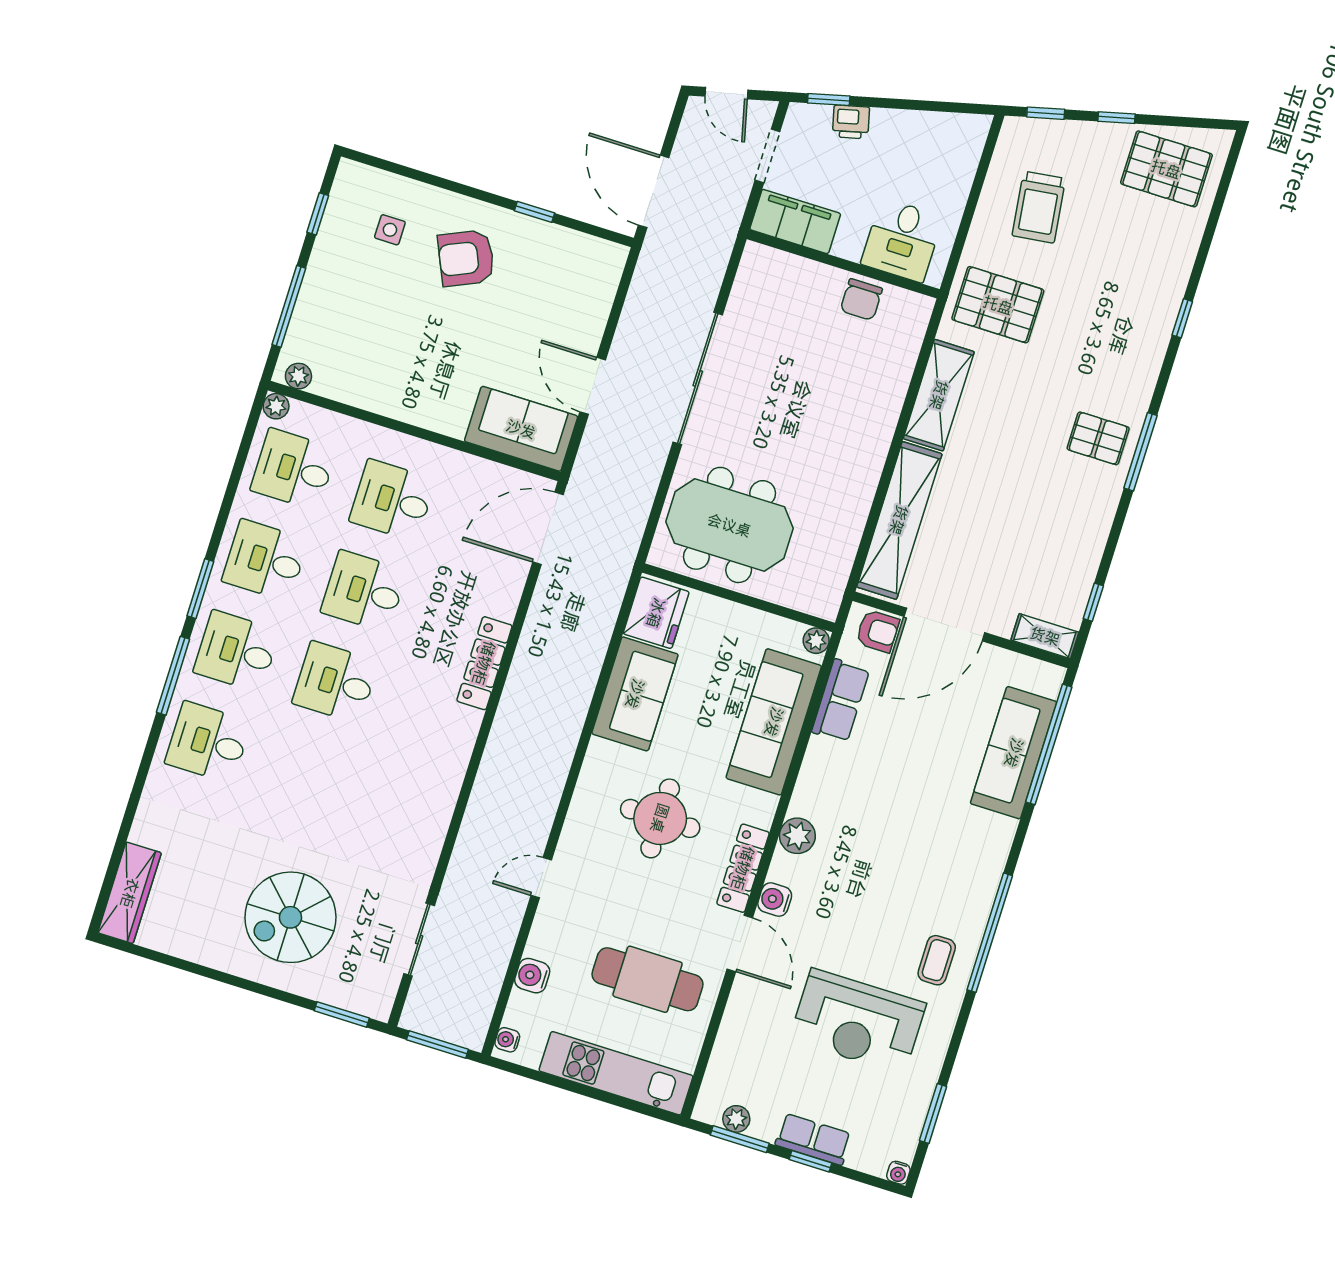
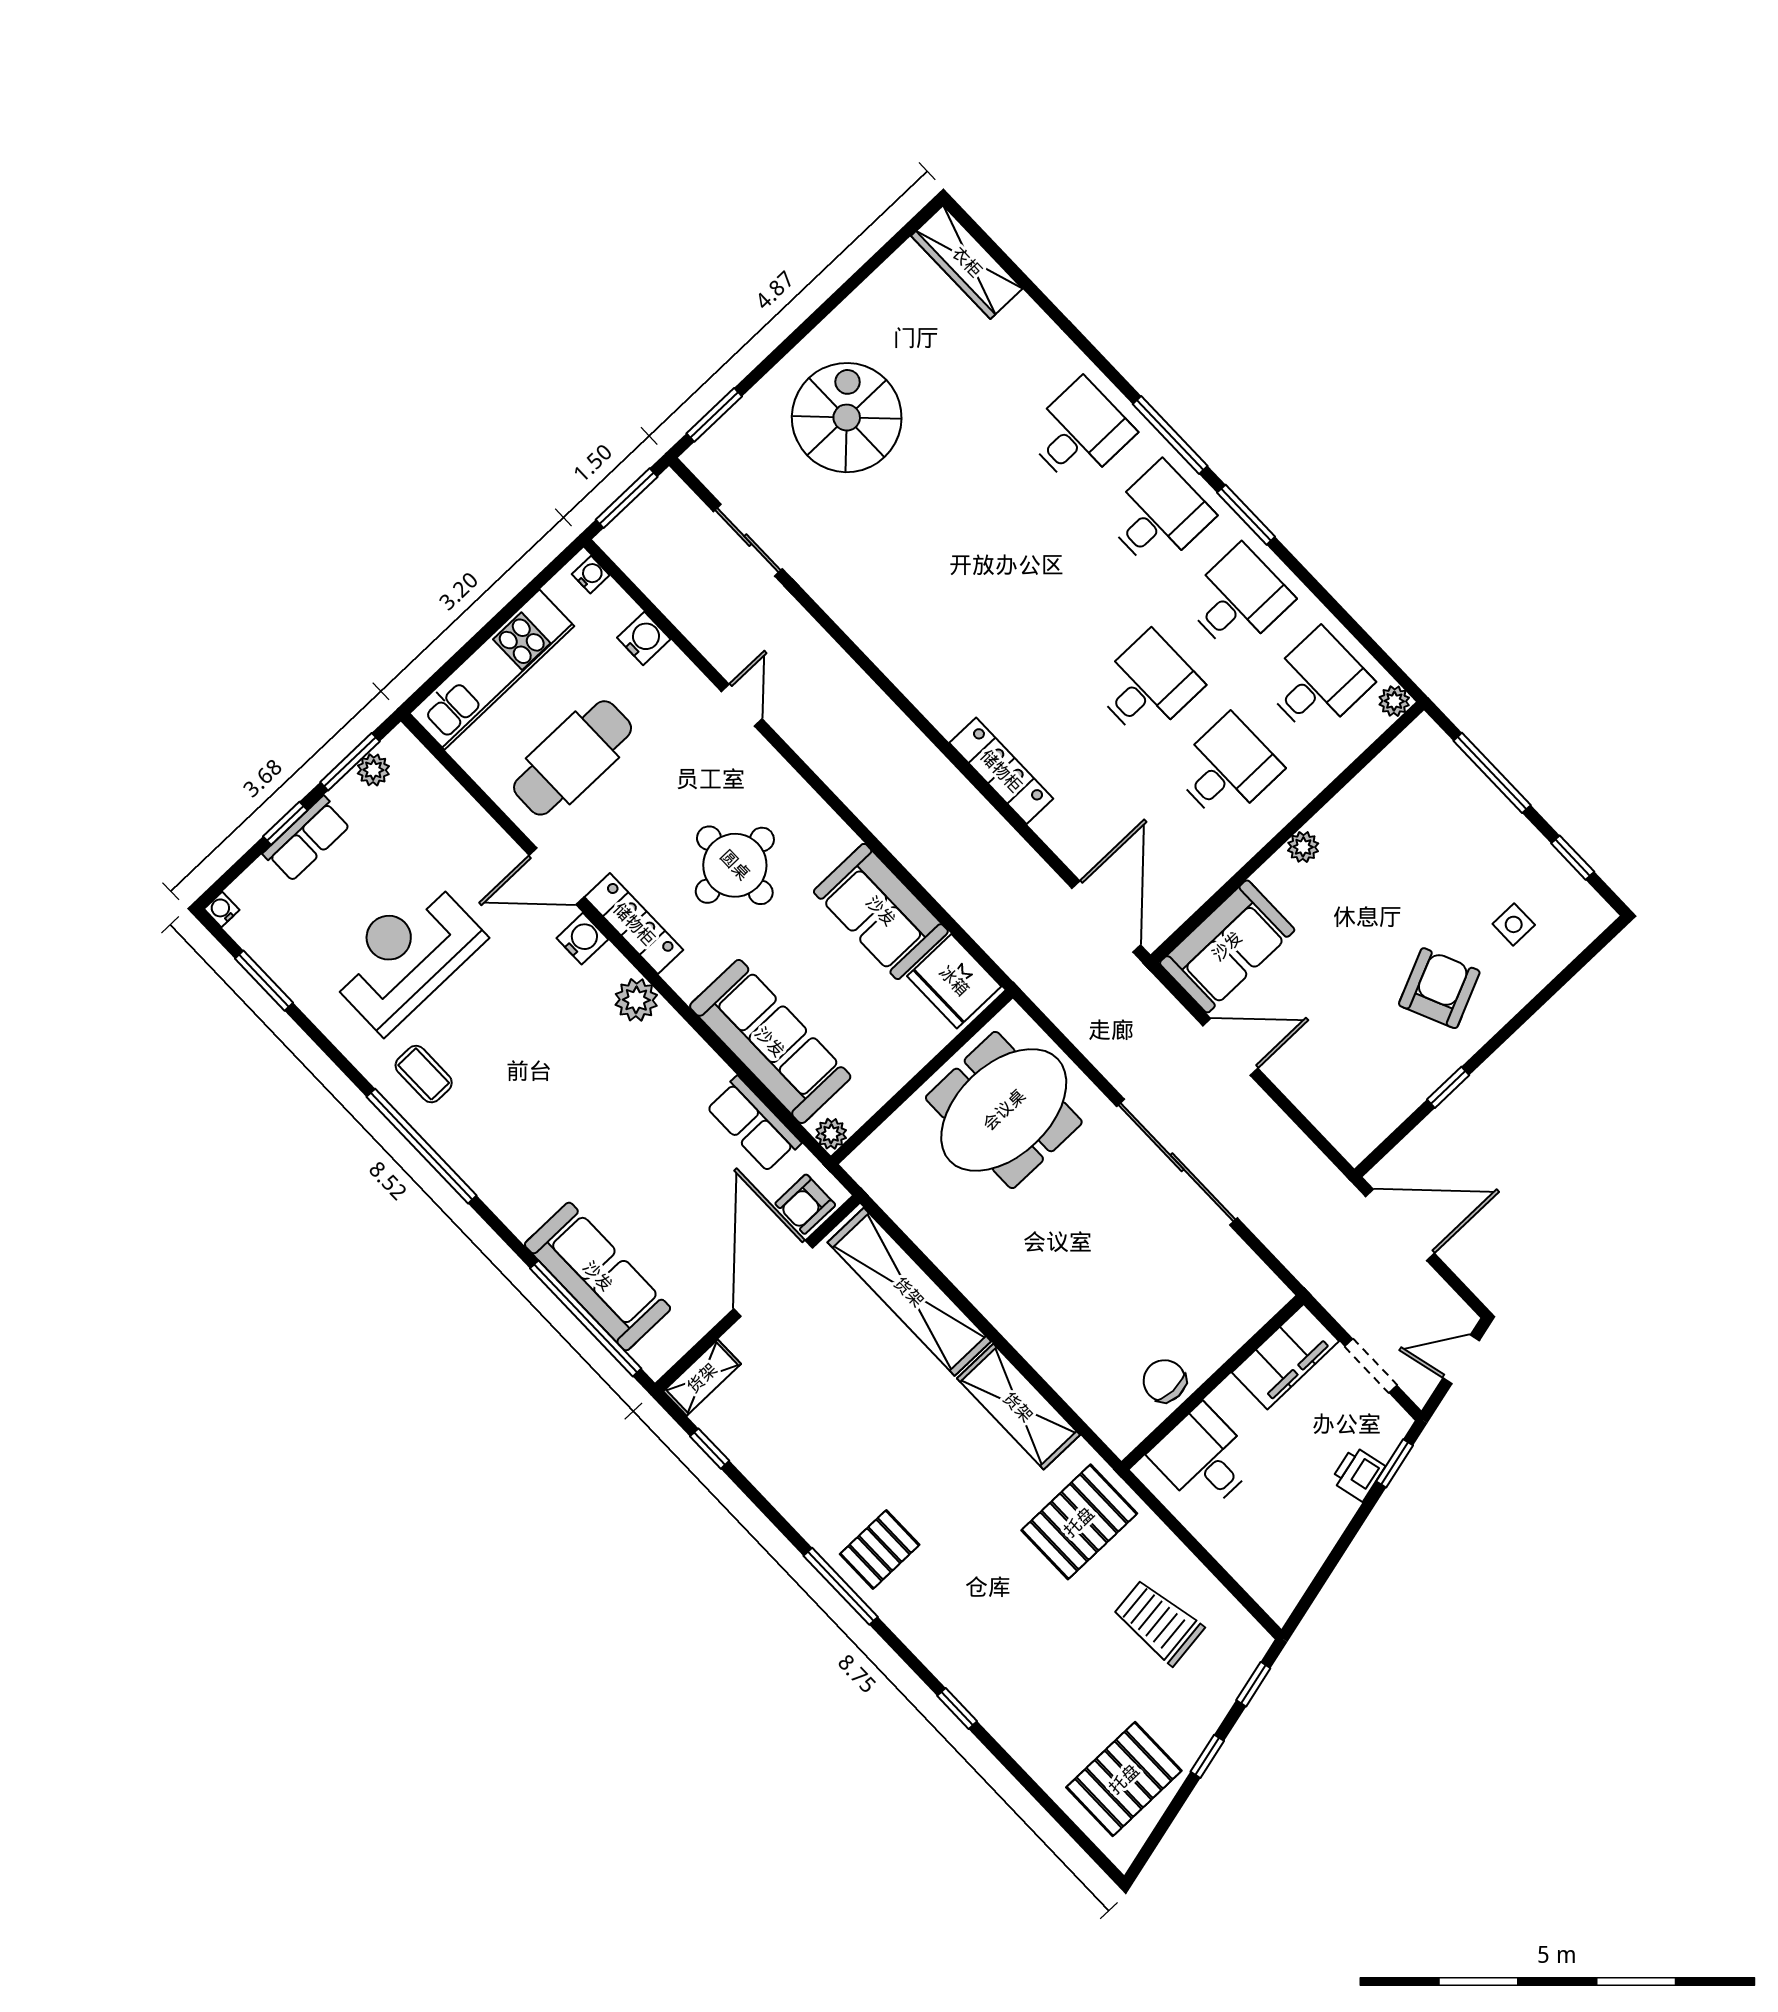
plant: (298, 376) -> (1303, 847), moved
desk: (335, 682) -> (1068, 602), removed

